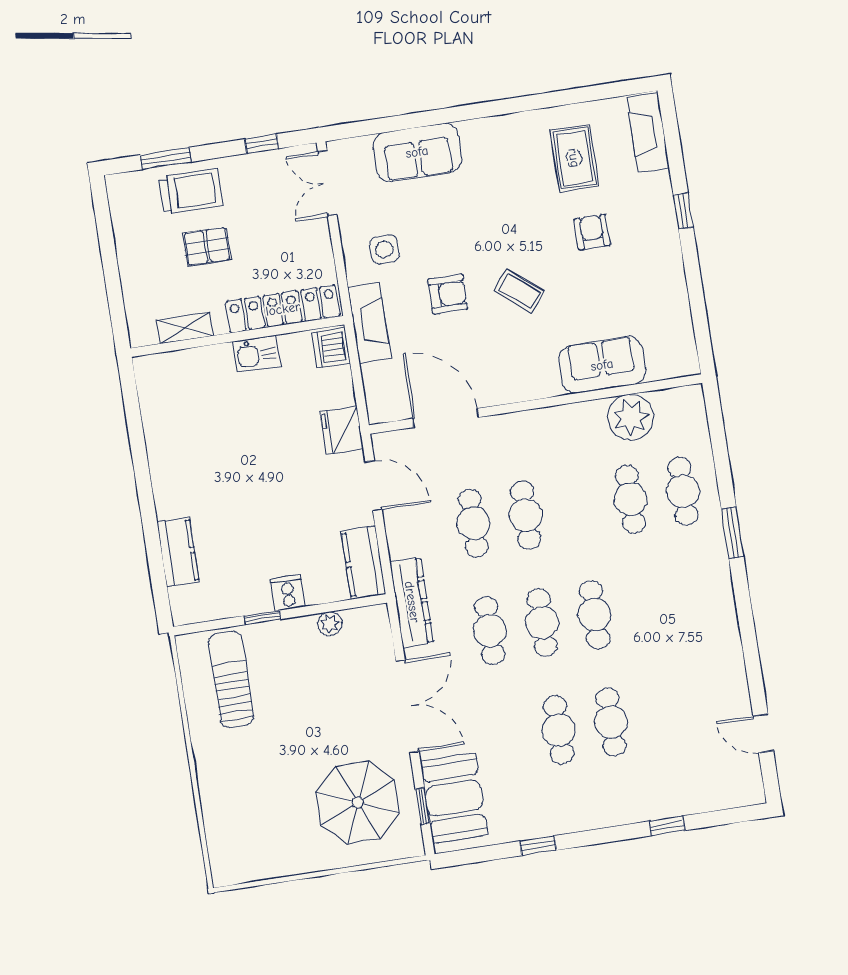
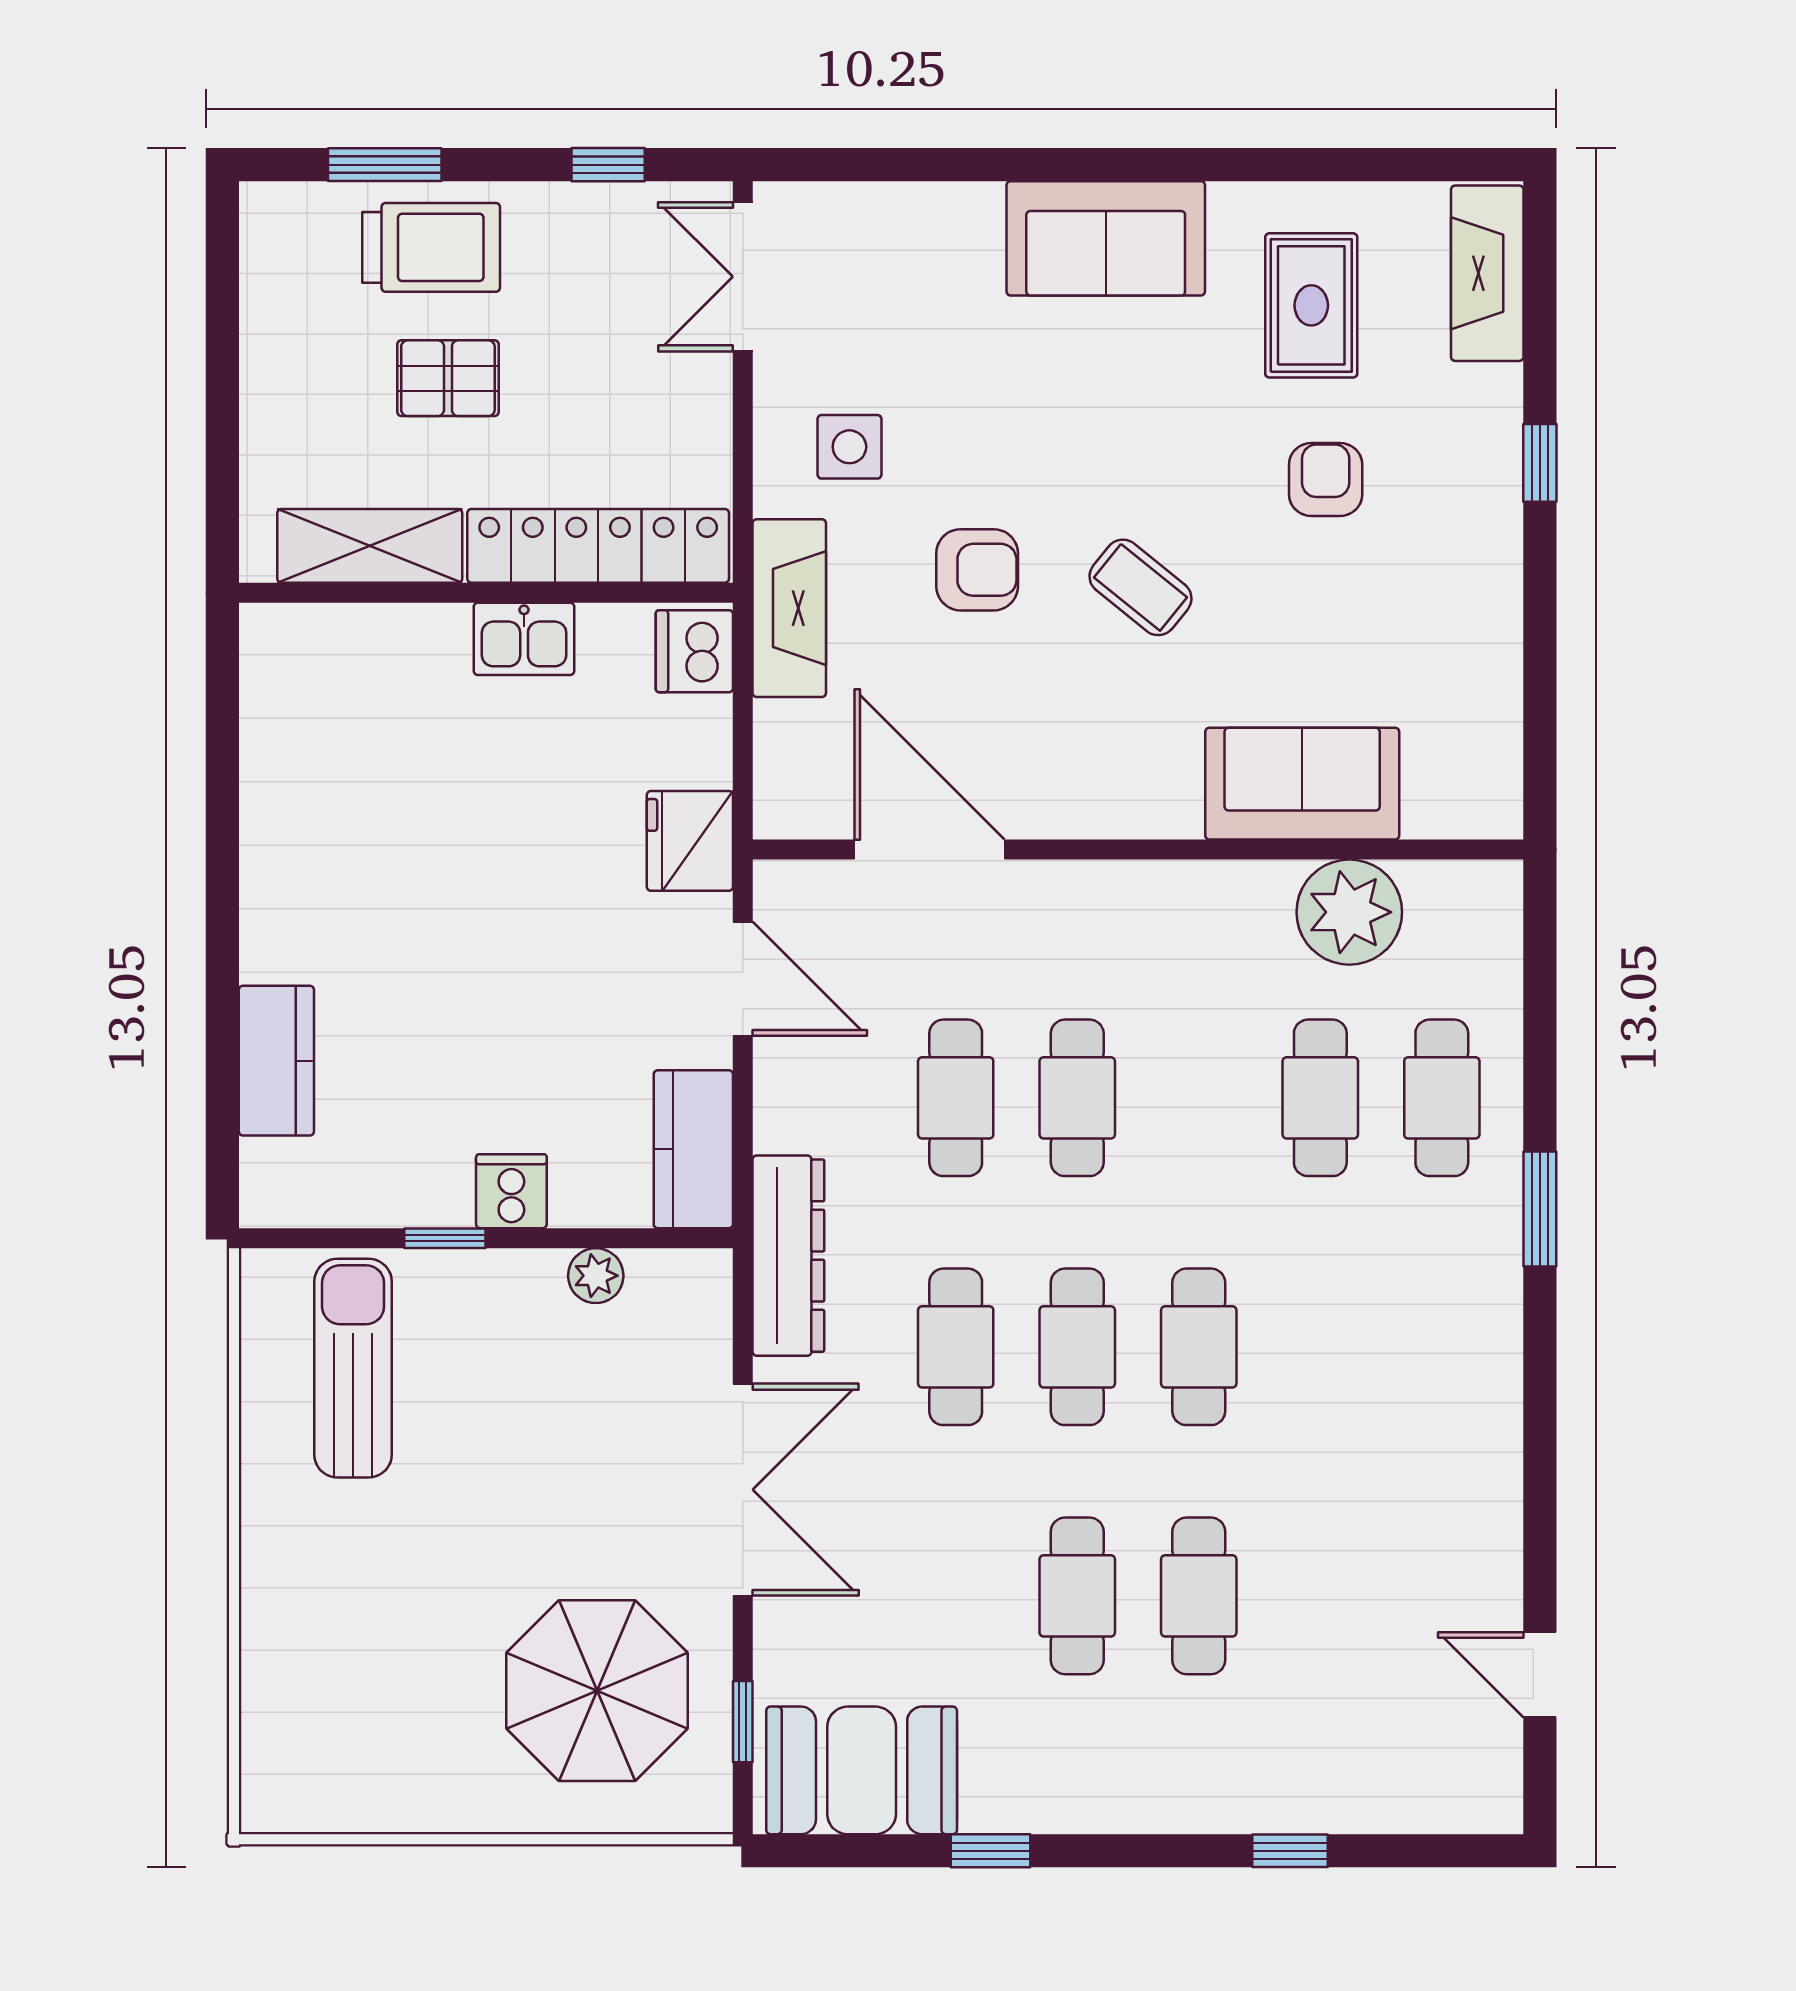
sofa: (417, 152) -> (1106, 238), moved
shelving: (185, 328) -> (370, 546), width x1.50, depth x1.33
booth: (454, 798) -> (862, 1770), moved, turned 90

